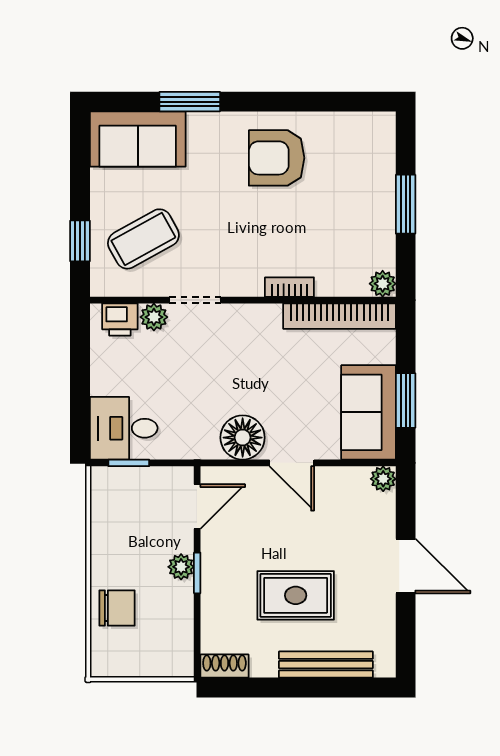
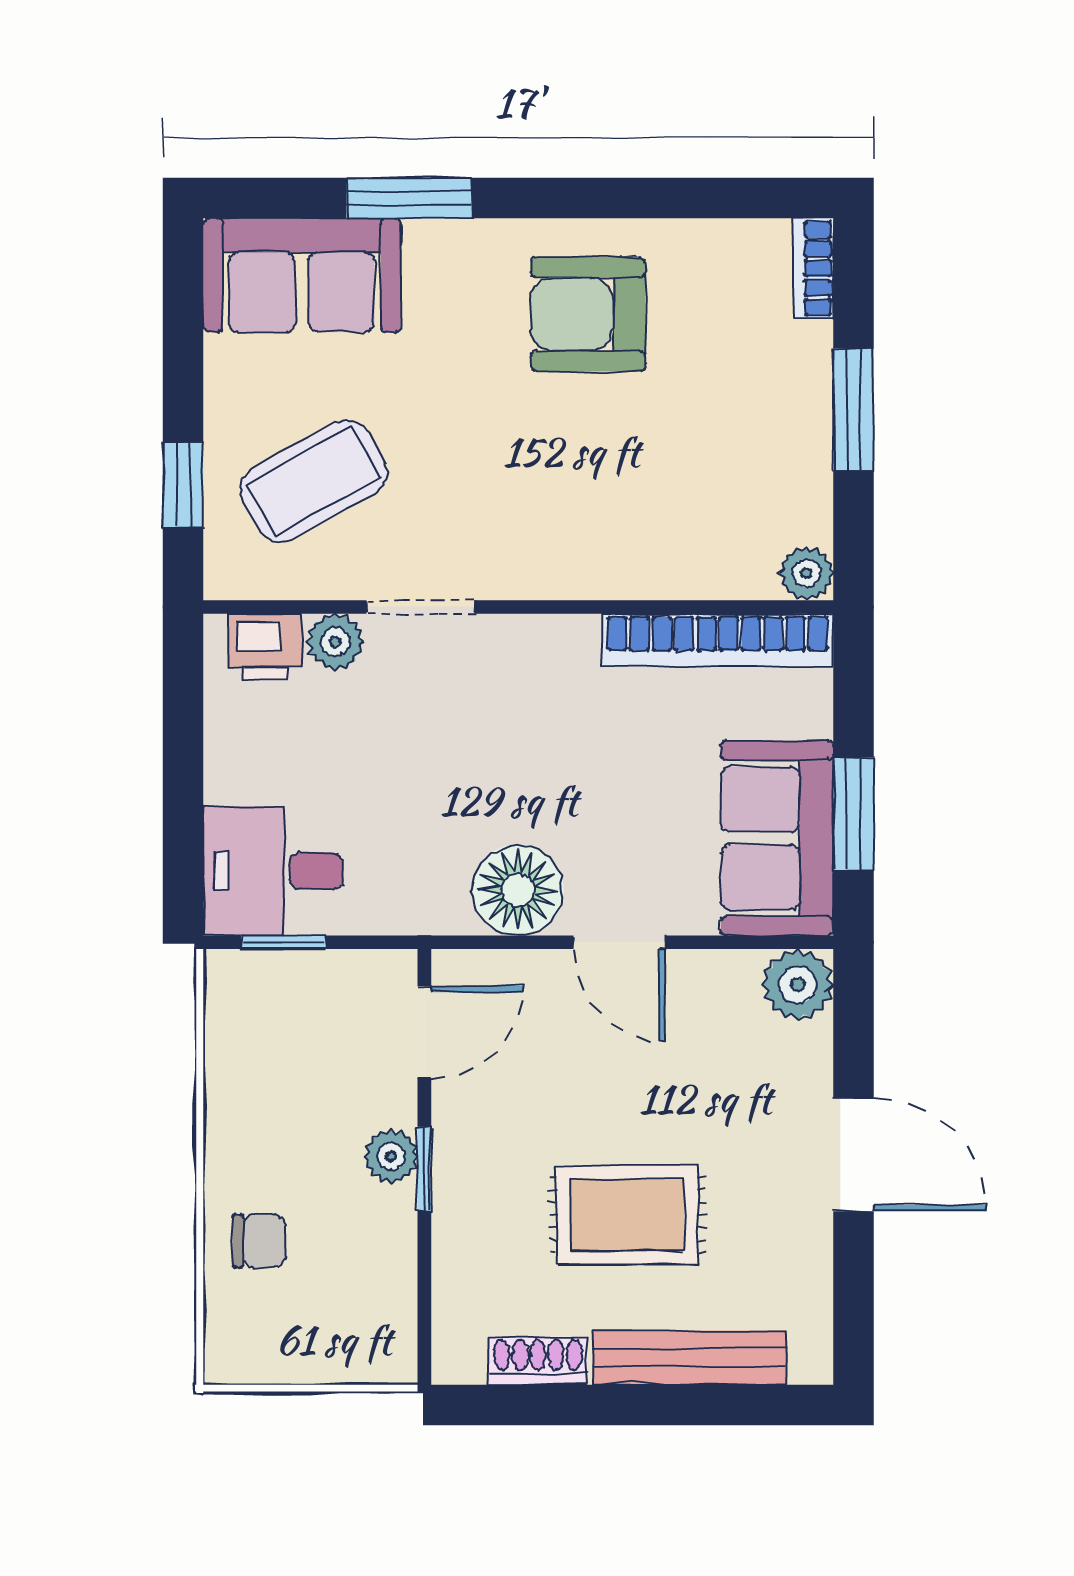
bookcase: (289, 287) -> (813, 268), moved, turned -90
plant: (383, 479) -> (798, 985), width x1.38, depth x1.38
chair: (117, 608) -> (259, 1241), width x0.73, depth x0.73
shoe rack: (224, 666) -> (538, 1361), moved

